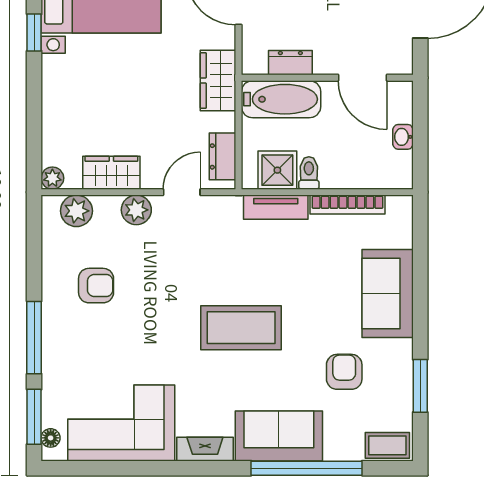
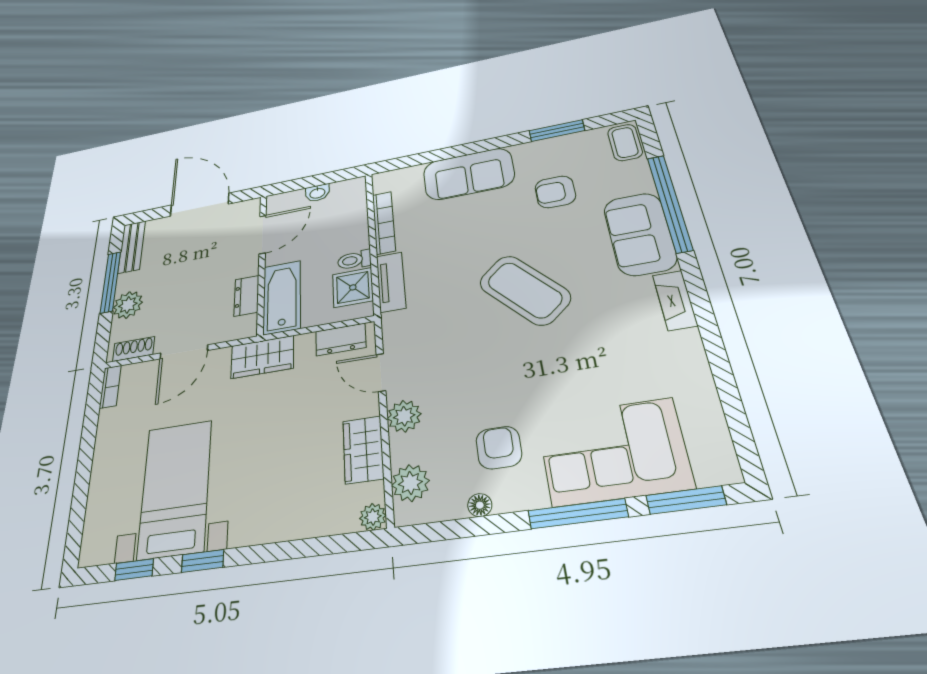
coffee table: (241, 328) -> (525, 290), turned -42
corner sofa: (121, 423) -> (613, 452), moved, turned 90
floor lamp: (51, 438) -> (480, 505), moved

